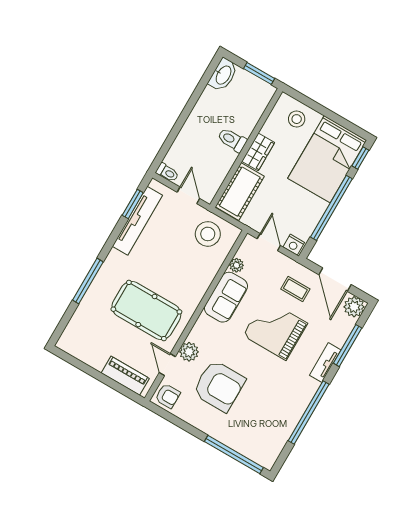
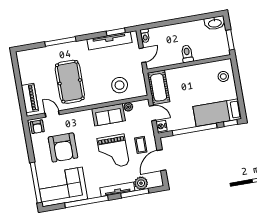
wardrobe: (258, 152) -> (192, 71), removed
bed: (327, 159) -> (217, 113), width x0.67
cot: (240, 192) -> (159, 87), moved, turned 90
stool: (208, 234) -> (120, 85), moved
door: (269, 242) -> (153, 113), hinge flipped
plant: (354, 307) -> (141, 183), moved
grand piano: (275, 329) -> (113, 152), turned 180
plant: (189, 352) -> (67, 119), removed
tv unit: (325, 363) -> (117, 189), width x1.41
door: (167, 365) -> (52, 114), hinge flipped
corner sofa: (266, 427) -> (62, 187), added

